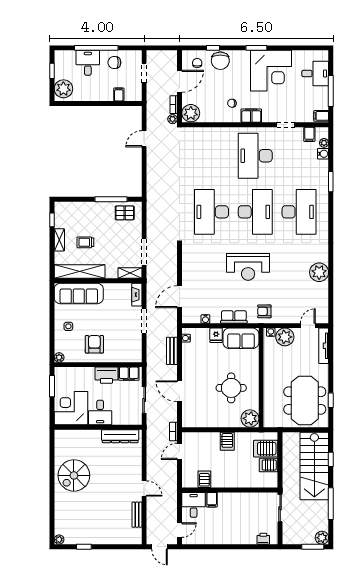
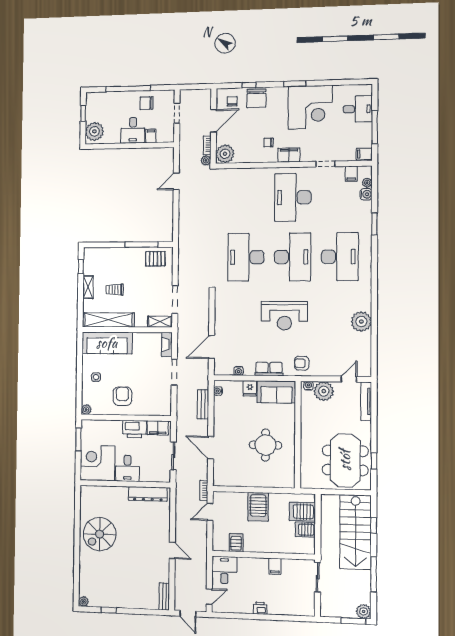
desk: (88, 63) -> (133, 130), moved, turned 180
plant: (250, 418) -> (285, 478), removed
server rack: (227, 441) -> (258, 507), width x1.36, depth x1.44
filing cabinet: (212, 500) -> (275, 566), moved
bench: (137, 515) -> (164, 596), moved
printer: (263, 539) -> (260, 608), moved

